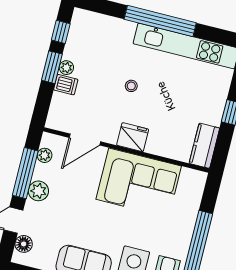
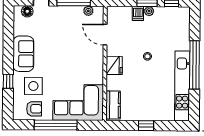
kitchen counter: (204, 146) -> (113, 105), moved, turned 90
corner sofa: (139, 183) -> (78, 102), moved, turned 90
plant: (38, 191) -> (64, 13), removed

